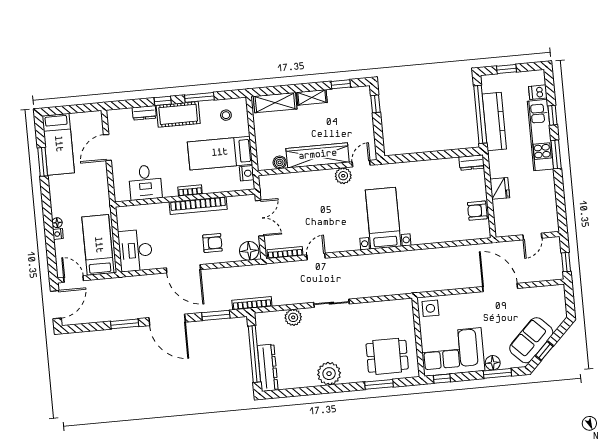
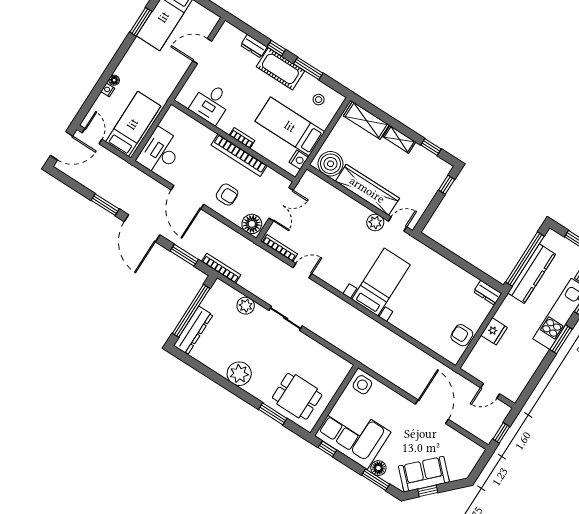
boiler: (280, 162) -> (331, 164), width x1.86, depth x1.86

